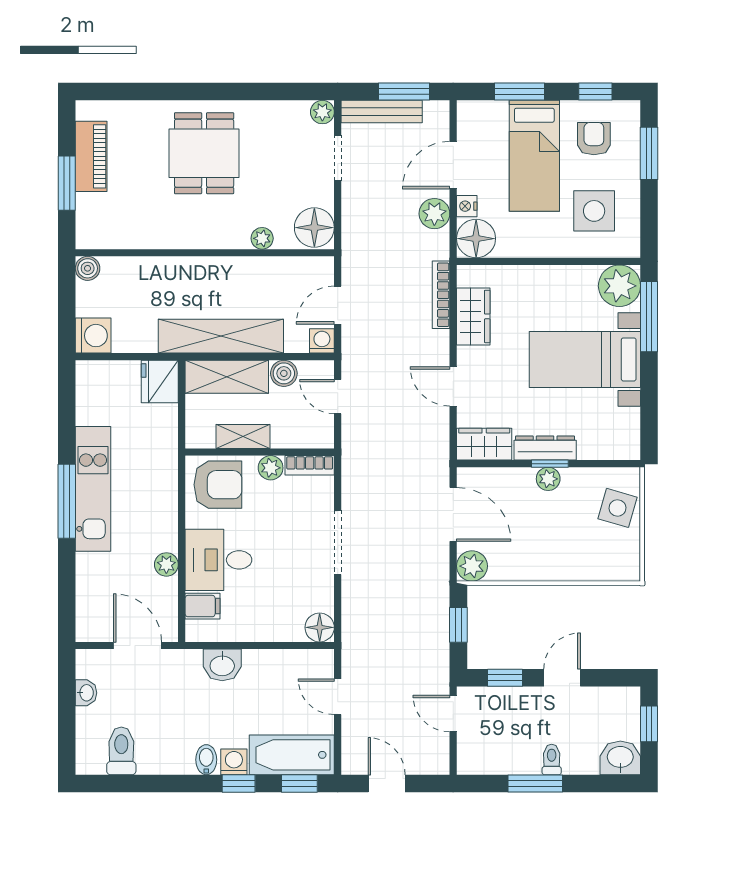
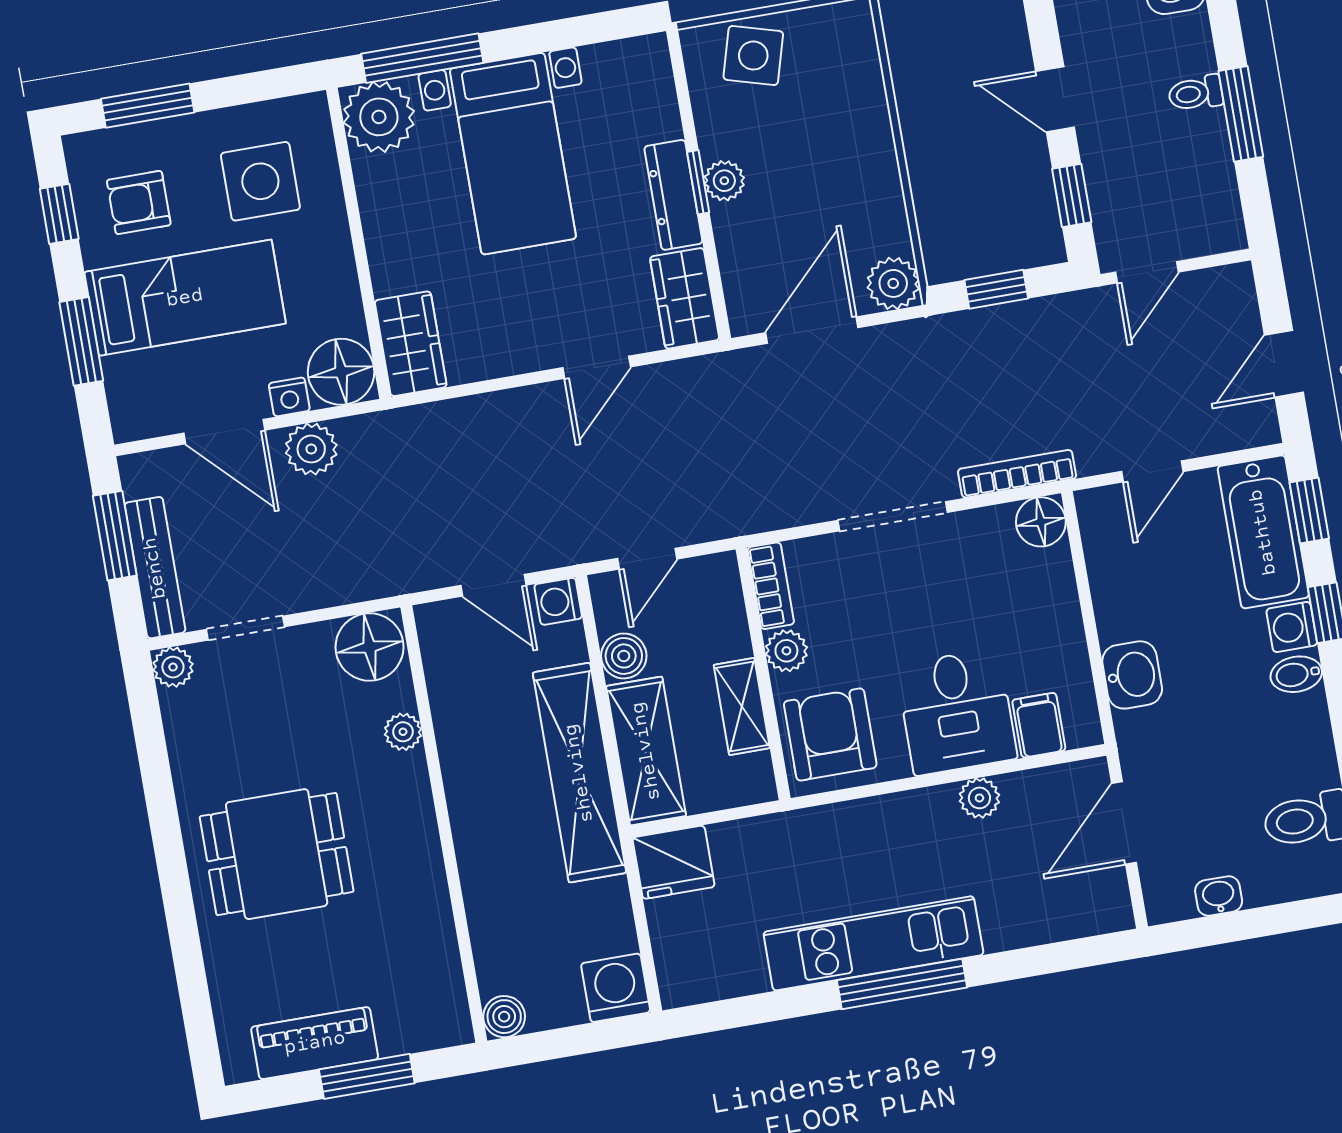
bookcase: (441, 295) -> (1017, 474), moved, turned 180
wardrobe: (473, 316) -> (411, 344), moved, turned 90

